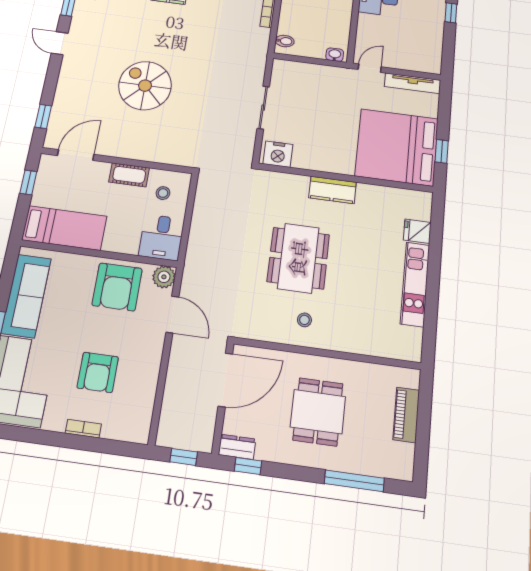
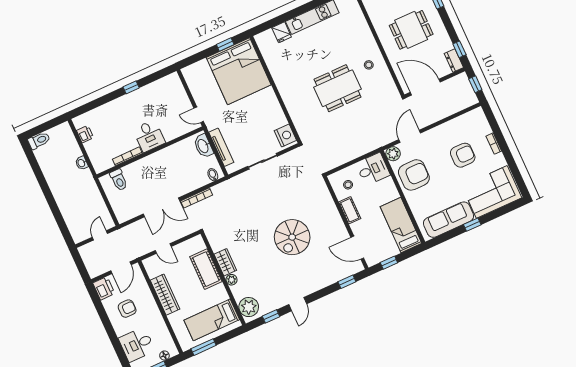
washbasin: (335, 55) -> (203, 146), width x1.91, depth x1.45
tv unit: (413, 83) -> (221, 147), moved
kitchen counter: (333, 190) -> (287, 93), removed

